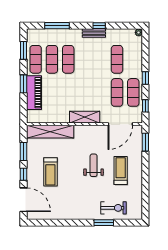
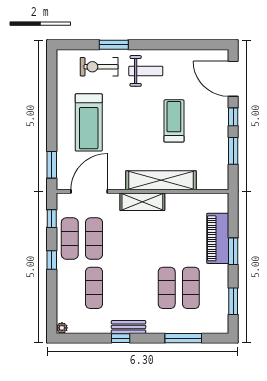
exercise mat: (36, 59) -> (215, 288), removed
shelving: (50, 132) -> (161, 180), moved
weight bench: (94, 165) -> (146, 71), moved, turned -90
treadmill: (121, 170) -> (89, 122), width x1.37, depth x1.38
treadmill: (50, 172) -> (174, 121), moved

